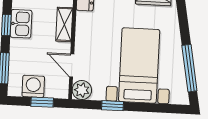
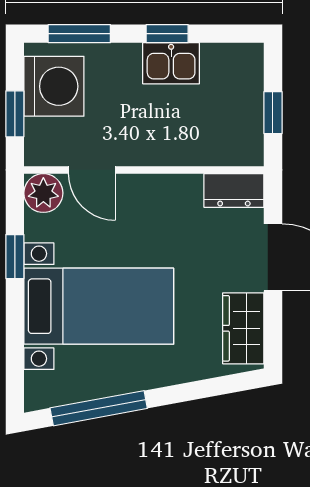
shelving: (64, 24) -> (174, 151), removed
door: (72, 66) -> (92, 170), swing flipped
washing machine: (33, 86) -> (54, 86), width x1.37, depth x1.37

